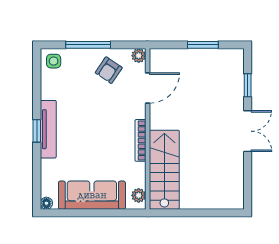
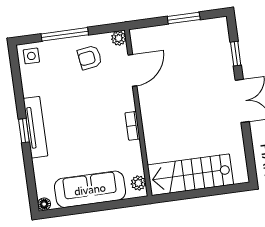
armchair: (109, 70) -> (90, 58), turned 48
bookcase: (140, 140) -> (133, 126), width x0.64
stairs: (164, 170) -> (190, 175), moved, turned -90

